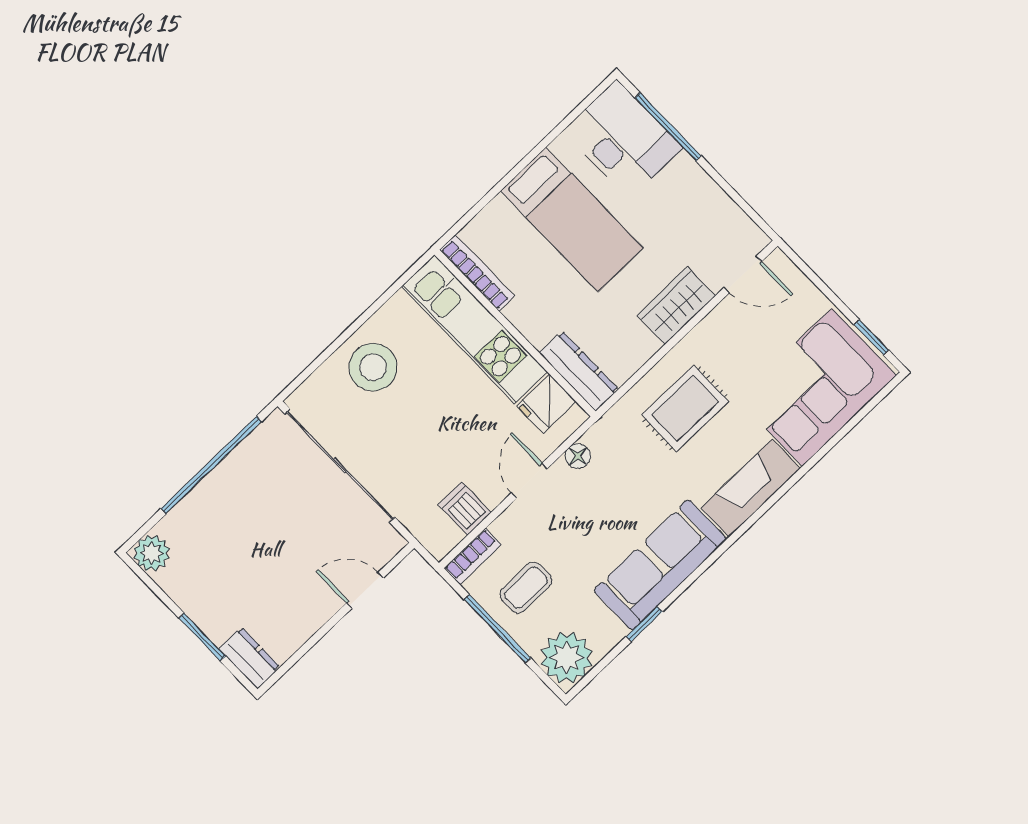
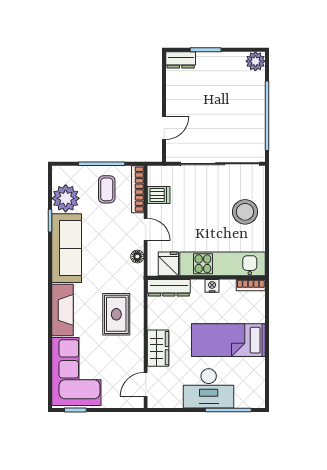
desk: (623, 139) -> (209, 388), moved
bookcase: (477, 273) -> (251, 285), width x0.64
nightstand: (519, 314) -> (212, 286), added
bookcase: (473, 556) -> (138, 189), width x1.56
plant: (567, 658) -> (66, 198), moved

